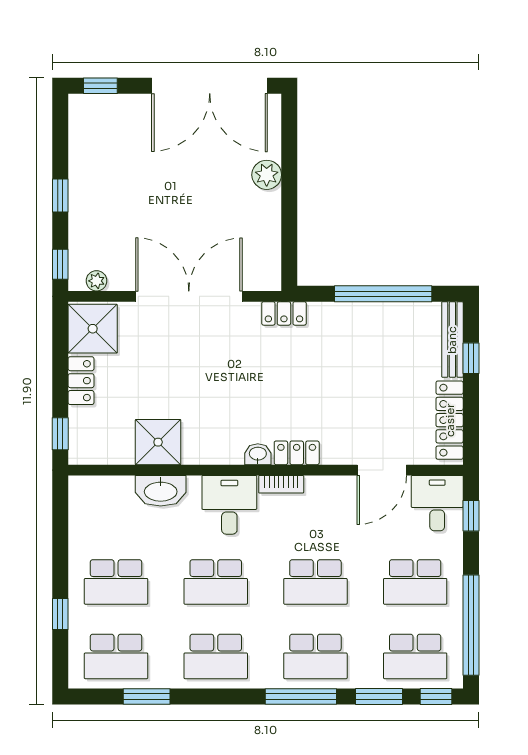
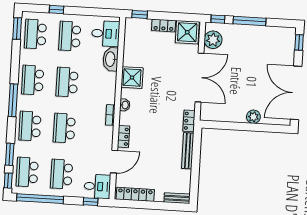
window: (60, 195) -> (250, 21), width x2.17
plant: (97, 281) -> (213, 40), width x1.87, depth x1.87
window: (383, 294) -> (195, 167), removed
bench: (349, 313) -> (188, 151), added
bench: (452, 340) -> (177, 198), width x0.73
window: (471, 358) -> (163, 206), removed
shower: (158, 442) -> (132, 78), moved
locker: (297, 453) -> (124, 137), moved
door: (382, 470) -> (114, 162), swing flipped
desk: (229, 505) -> (106, 34), moved
window: (147, 696) -> (17, 29), moved
window: (301, 696) -> (13, 100), moved

